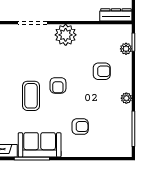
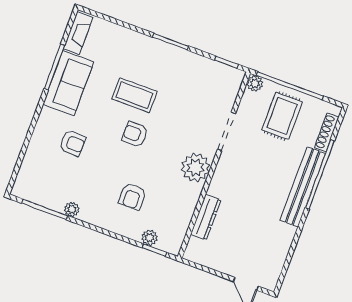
dresser: (116, 15) -> (206, 217), moved
plant: (126, 98) -> (72, 209), moved
armchair: (80, 127) -> (72, 143), turned -88

